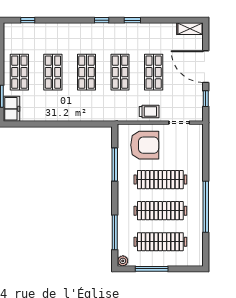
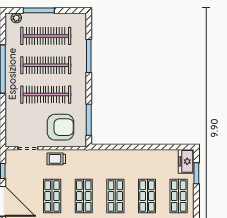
armchair: (145, 145) -> (60, 127), turned 180
window: (115, 164) -> (89, 120), moved
window: (115, 232) -> (89, 56), moved
plant: (123, 261) -> (16, 18), moved
window: (152, 269) -> (39, 10), moved

